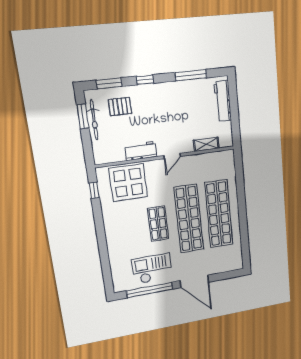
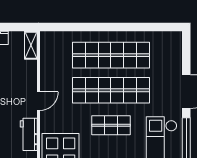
shelving: (206, 144) -> (31, 45), moved
door: (172, 156) -> (39, 101), hinge flipped

